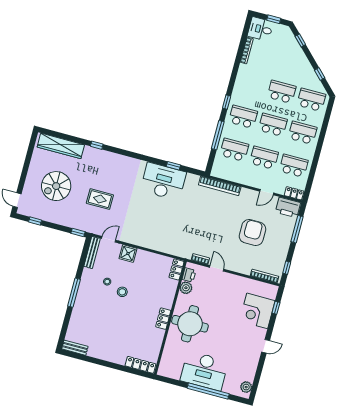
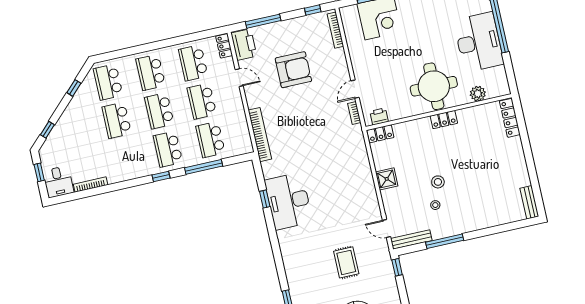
armchair: (252, 233) -> (293, 70), turned 180
shower: (128, 253) -> (387, 179), moved
plant: (186, 288) -> (478, 94), moved
window: (74, 293) -> (445, 241), moved

